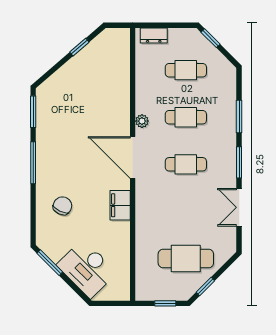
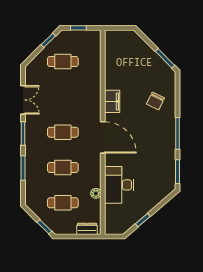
plant: (142, 121) -> (96, 193), moved
cafe table: (186, 258) -> (63, 62), width x0.73, depth x0.74
desk: (87, 269) -> (119, 185), moved, turned -135

